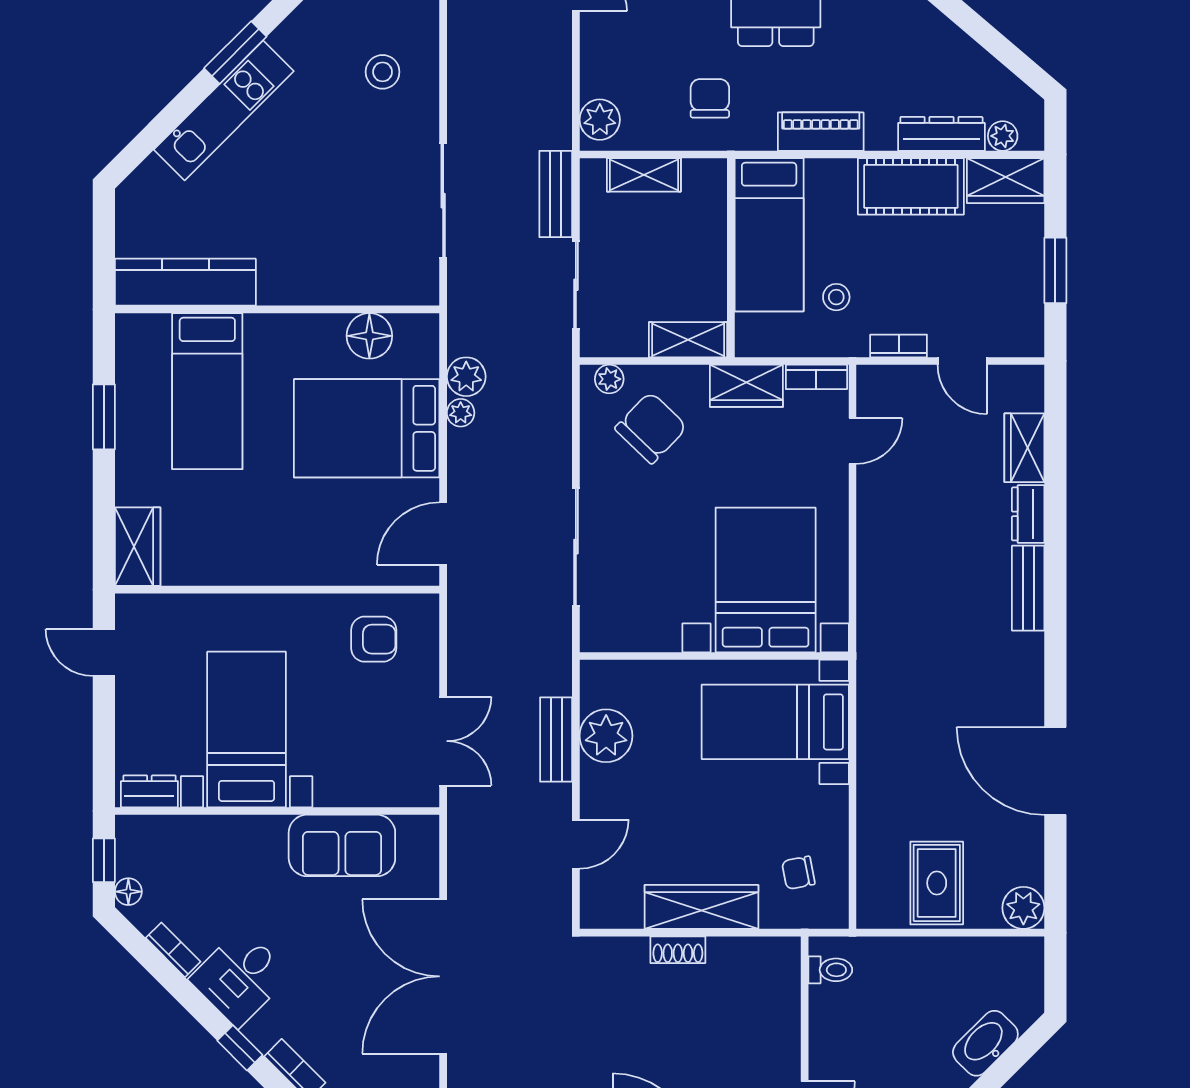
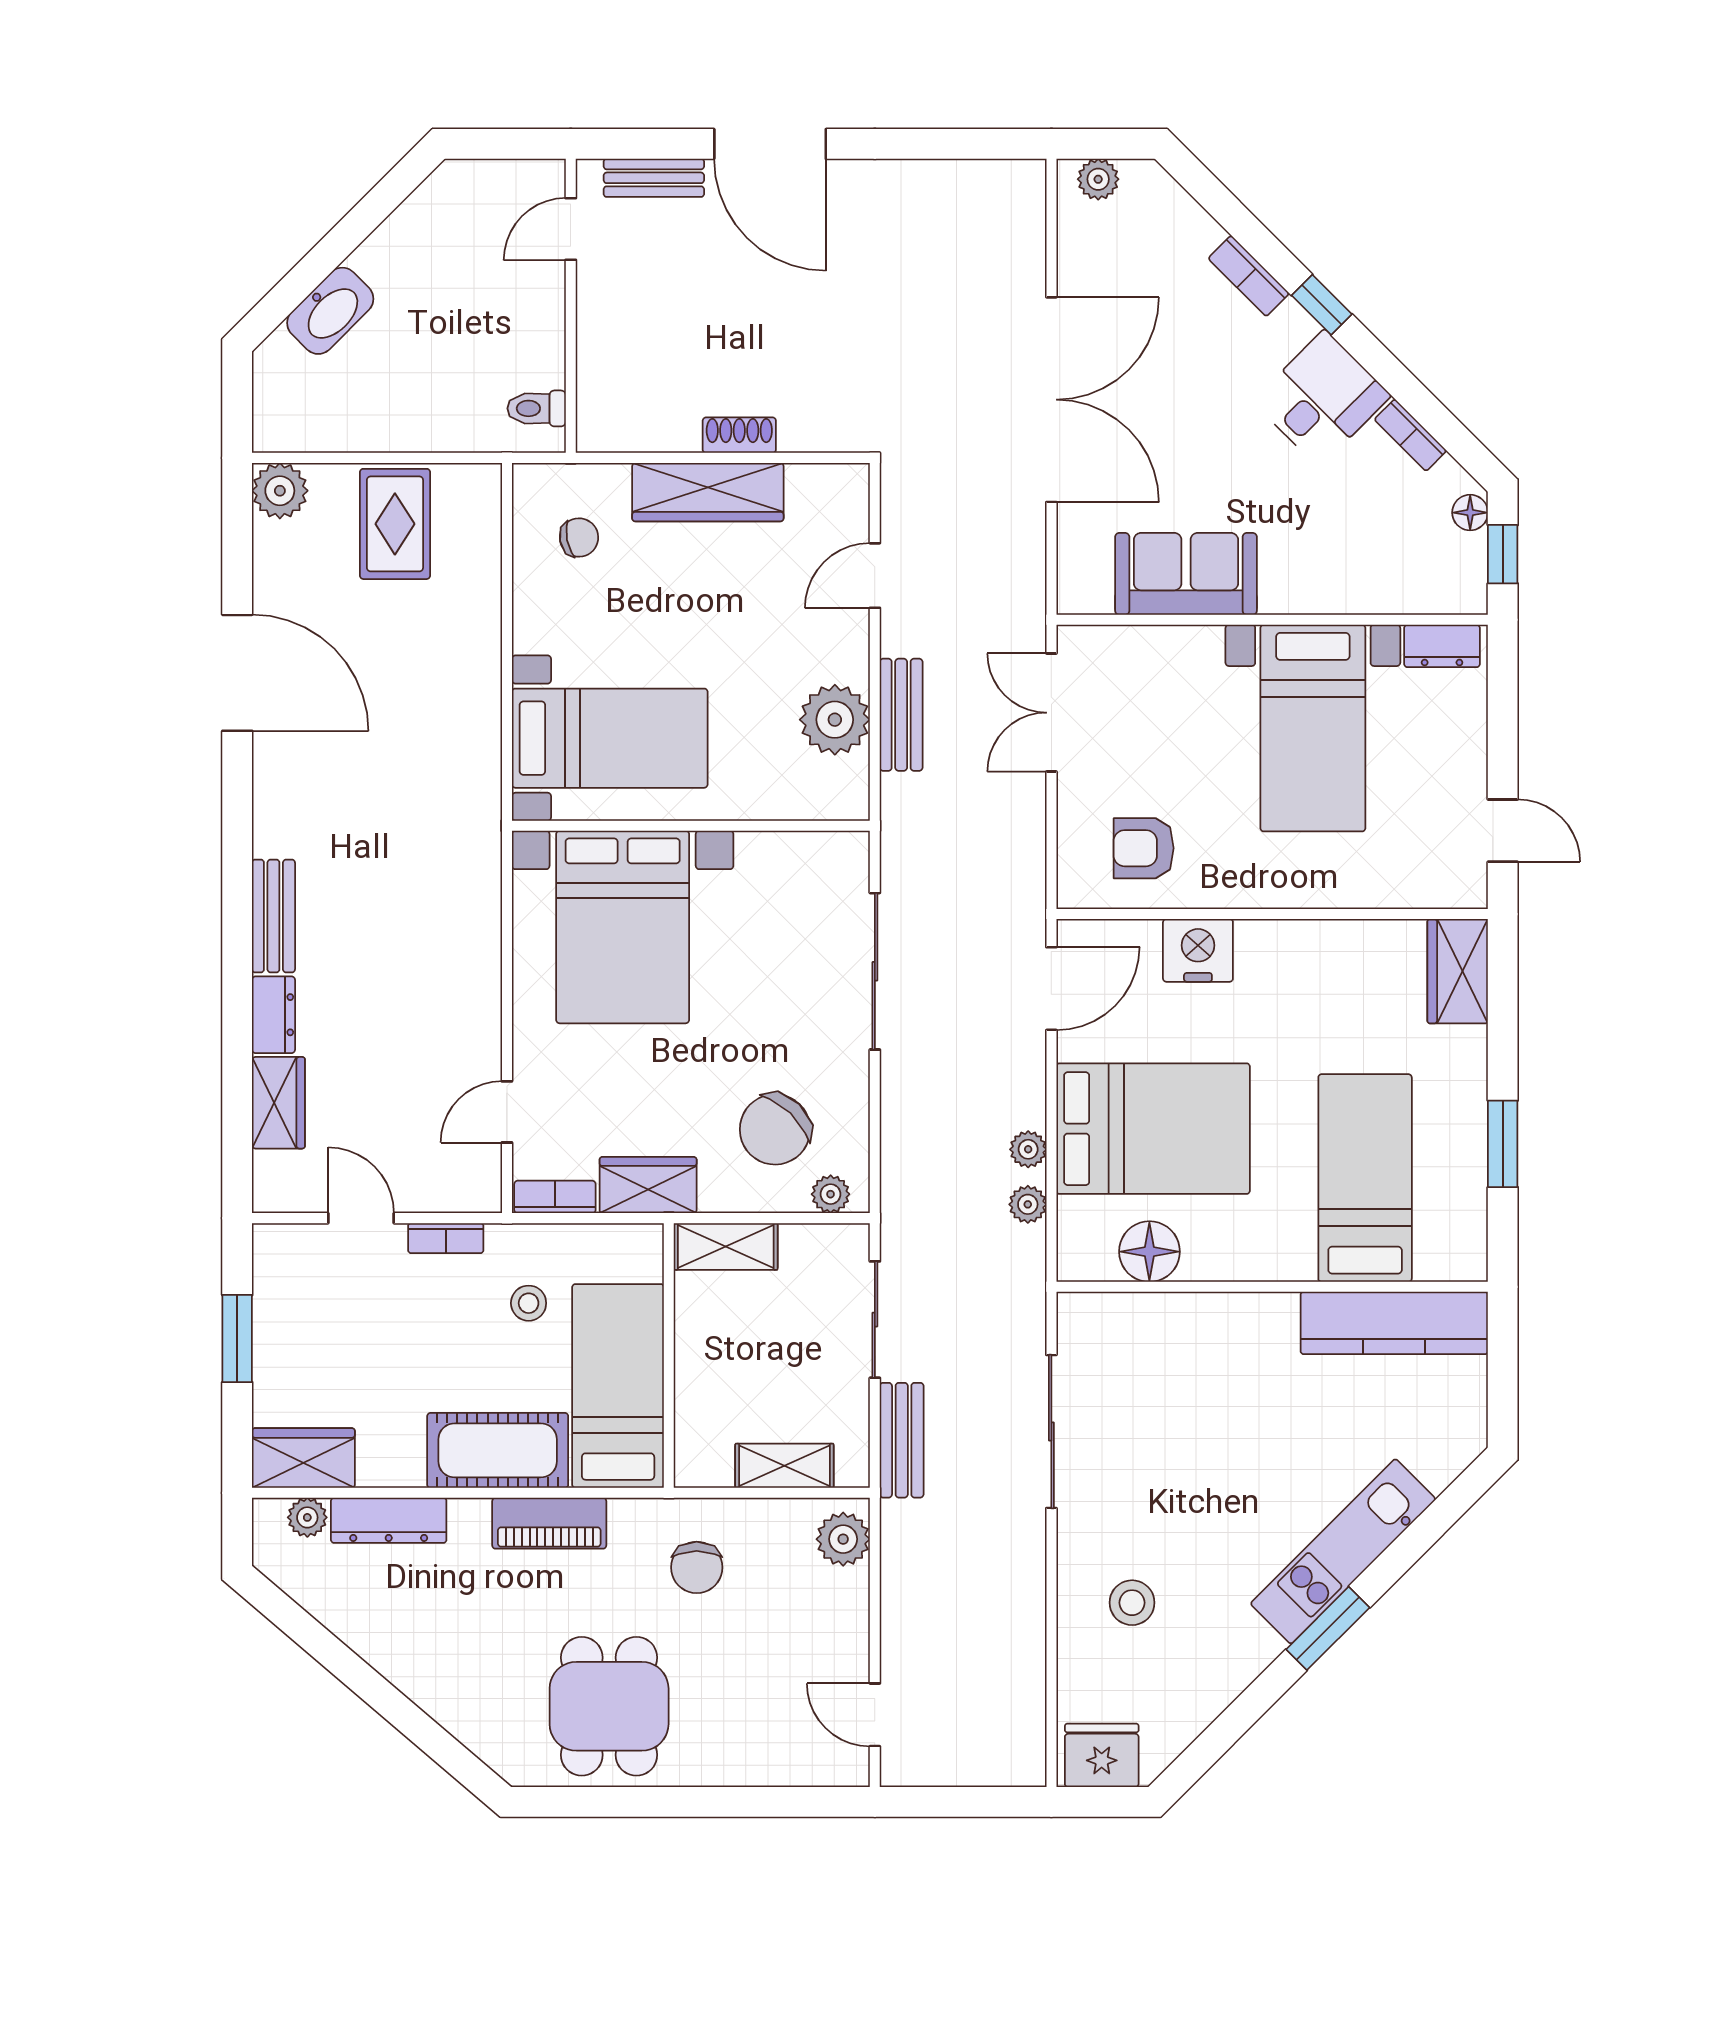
cot: (911, 186) -> (498, 1450), moved
plant: (466, 377) -> (1028, 1204), width x0.73, depth x0.73
nightstand: (333, 562) -> (1198, 950), added

